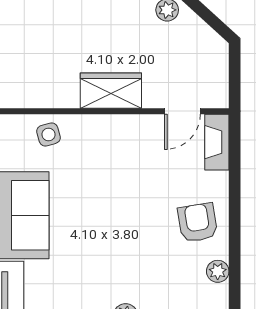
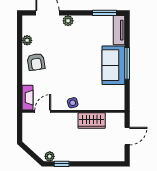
wardrobe: (111, 91) -> (92, 121), moved
side table: (49, 134) -> (73, 103), moved

